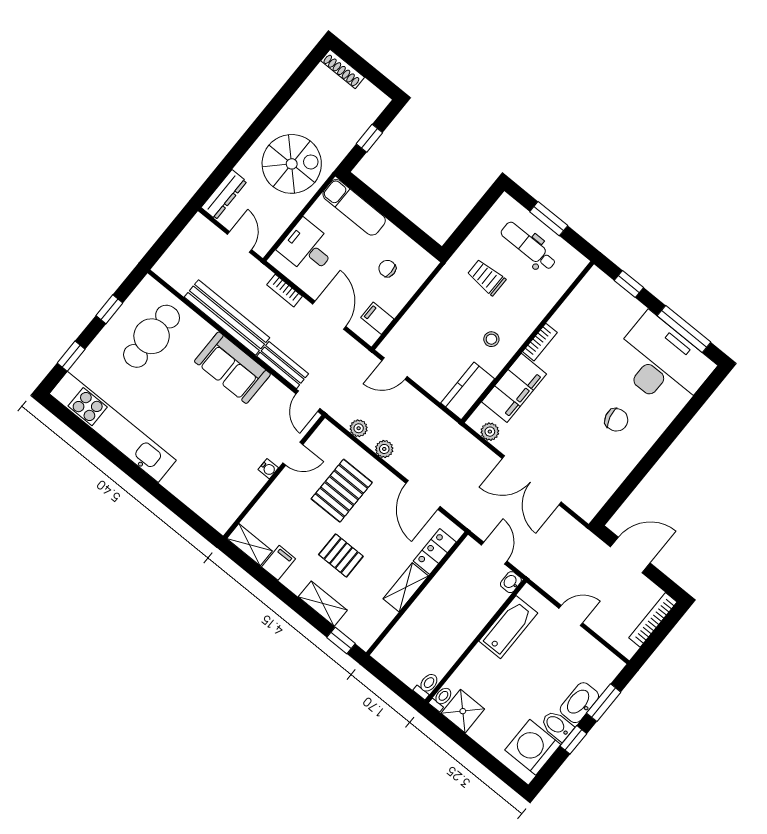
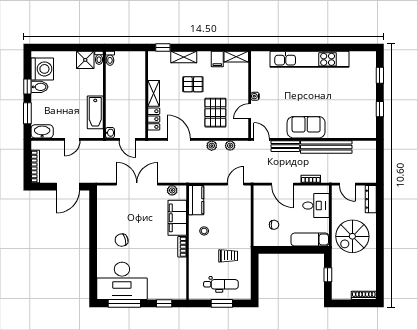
filing cabinet: (377, 318) -> (261, 200), removed
cafe table: (152, 336) -> (352, 112), removed
kitchen unit: (113, 427) -> (310, 59), moved
washbasin: (579, 703) -> (42, 131), moved, turned -90

